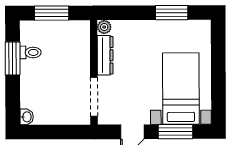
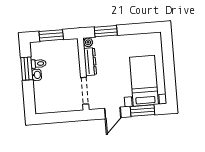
window: (172, 13) -> (106, 31), moved
washbasin: (27, 117) -> (37, 75), moved

